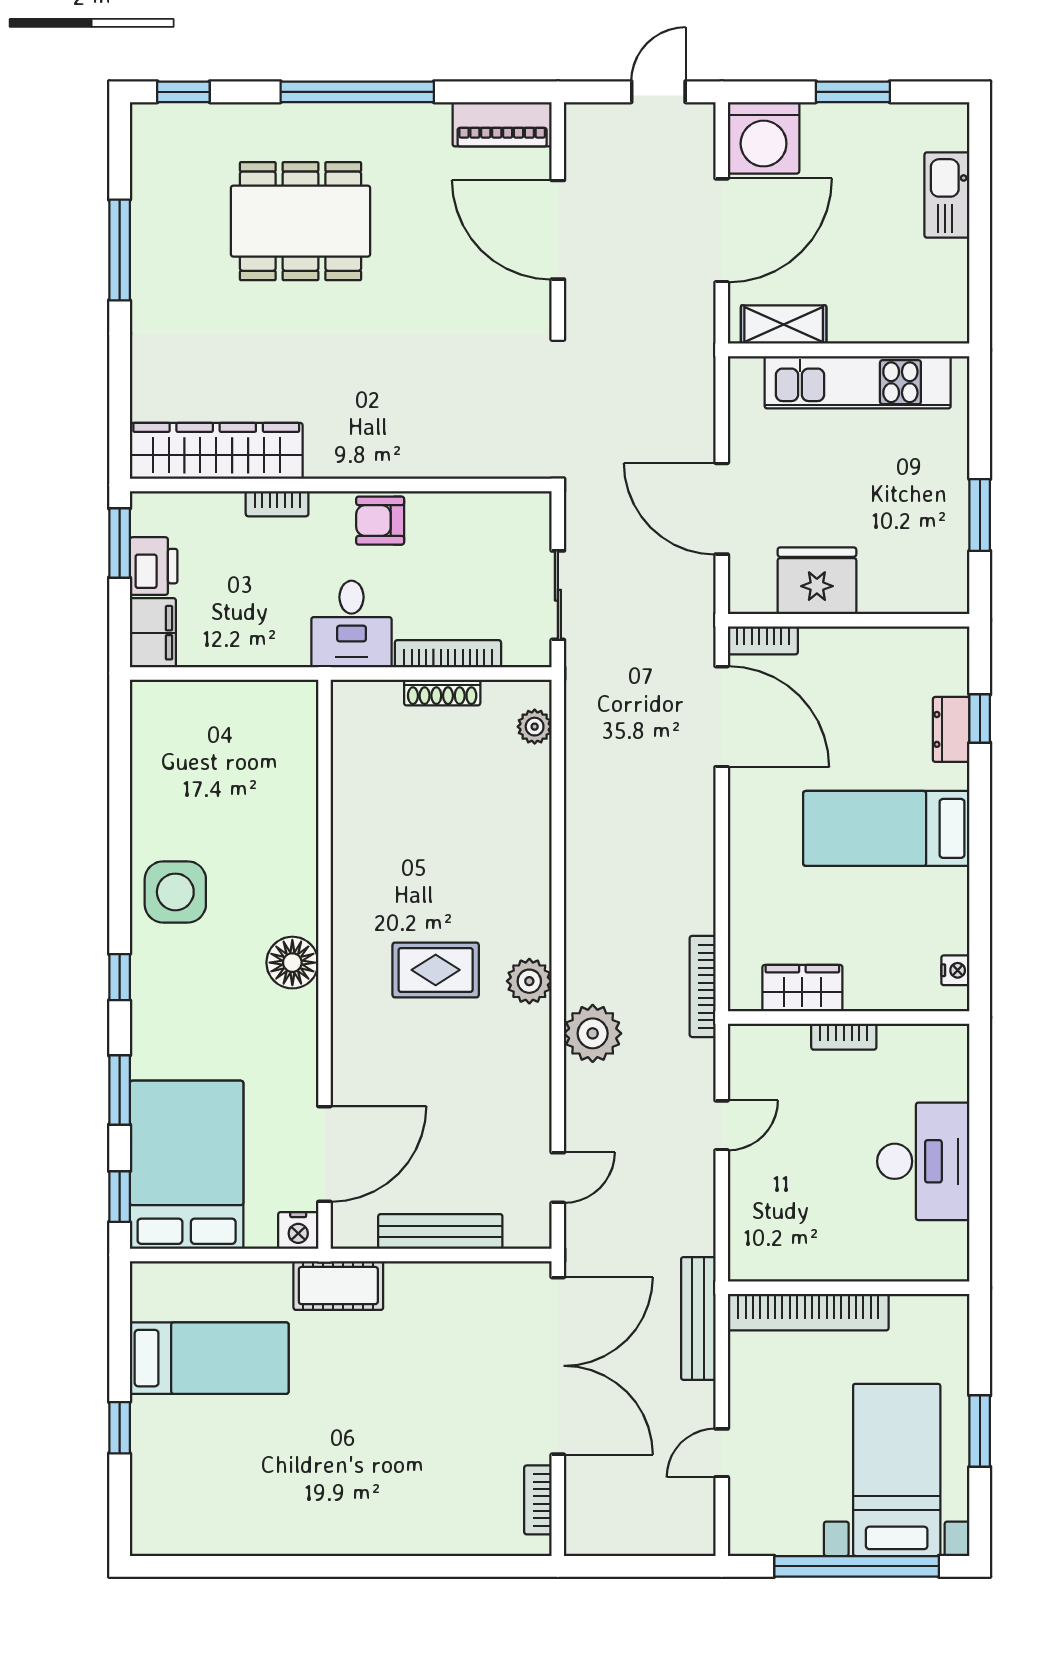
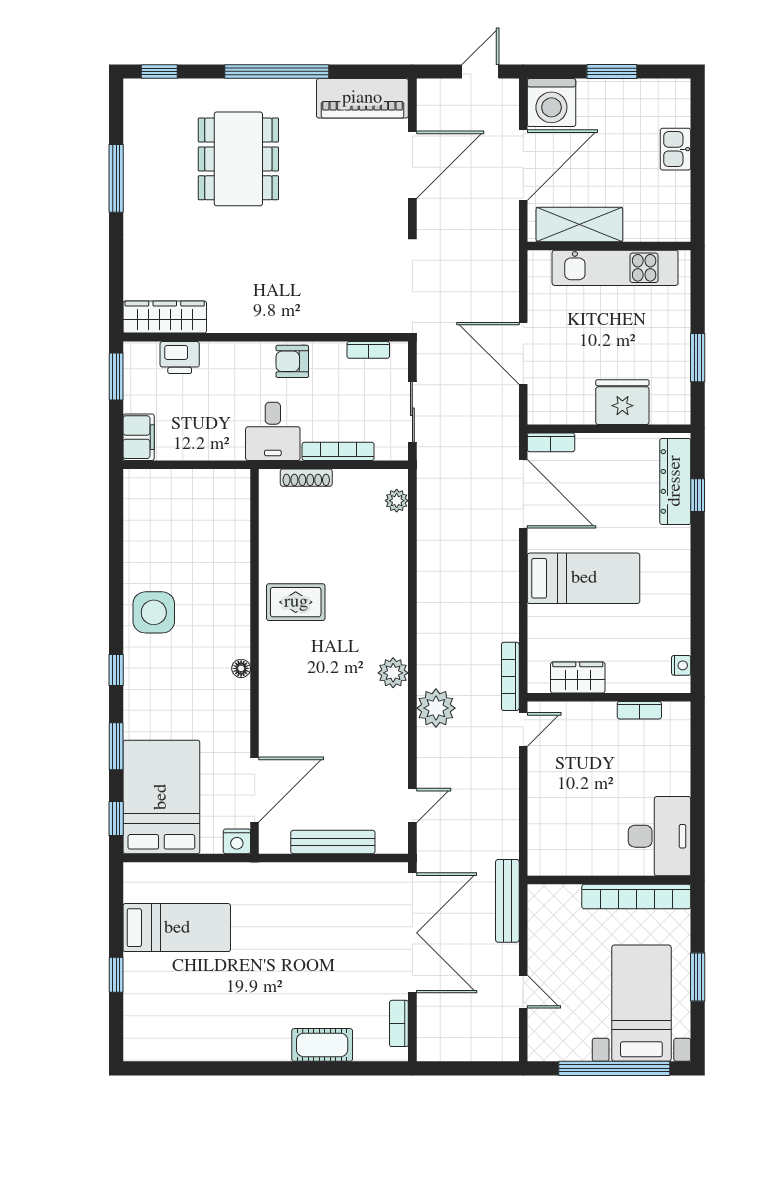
piano: (502, 124) -> (362, 98), width x1.37, depth x1.33
kitchen sink: (947, 195) -> (675, 149), width x0.73
dining table: (300, 221) -> (238, 159), turned 90
door: (558, 230) -> (412, 165), swing flipped
shelving: (784, 325) -> (579, 224), width x1.50, depth x1.33
wardrobe: (216, 451) -> (165, 317), width x0.71, depth x0.85
bookcase: (277, 504) -> (368, 350), moved
printer: (154, 566) -> (180, 358), moved, turned 90
fridge: (817, 581) -> (622, 402), moved
shoe rack: (442, 693) -> (306, 478), moved
dresser: (951, 729) -> (675, 481), width x1.96, depth x1.24
bed: (886, 828) -> (584, 578), moved, turned 180
floor lamp: (292, 963) -> (241, 668), width x0.53, depth x0.53
rug: (436, 970) -> (296, 602), moved
bookcase: (844, 1037) -> (639, 710), moved
door: (722, 1125) -> (523, 730), moved
desk: (923, 1161) -> (659, 836), moved
cot: (338, 1286) -> (322, 1045), moved
bookcase: (808, 1312) -> (636, 897), moved
door: (722, 1453) -> (523, 992), swing flipped

